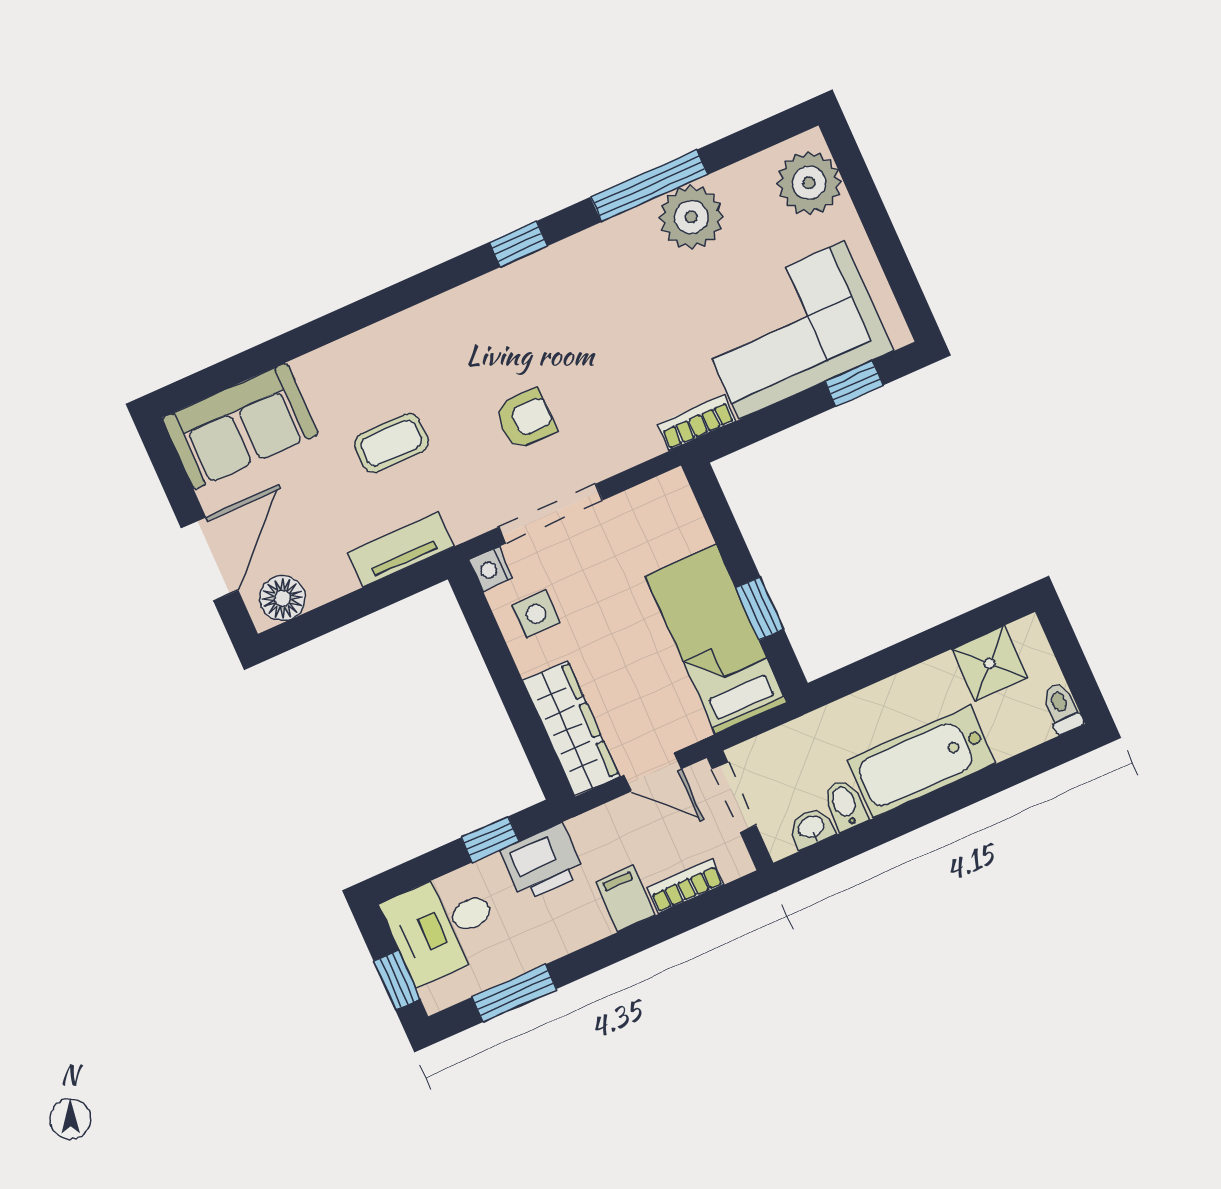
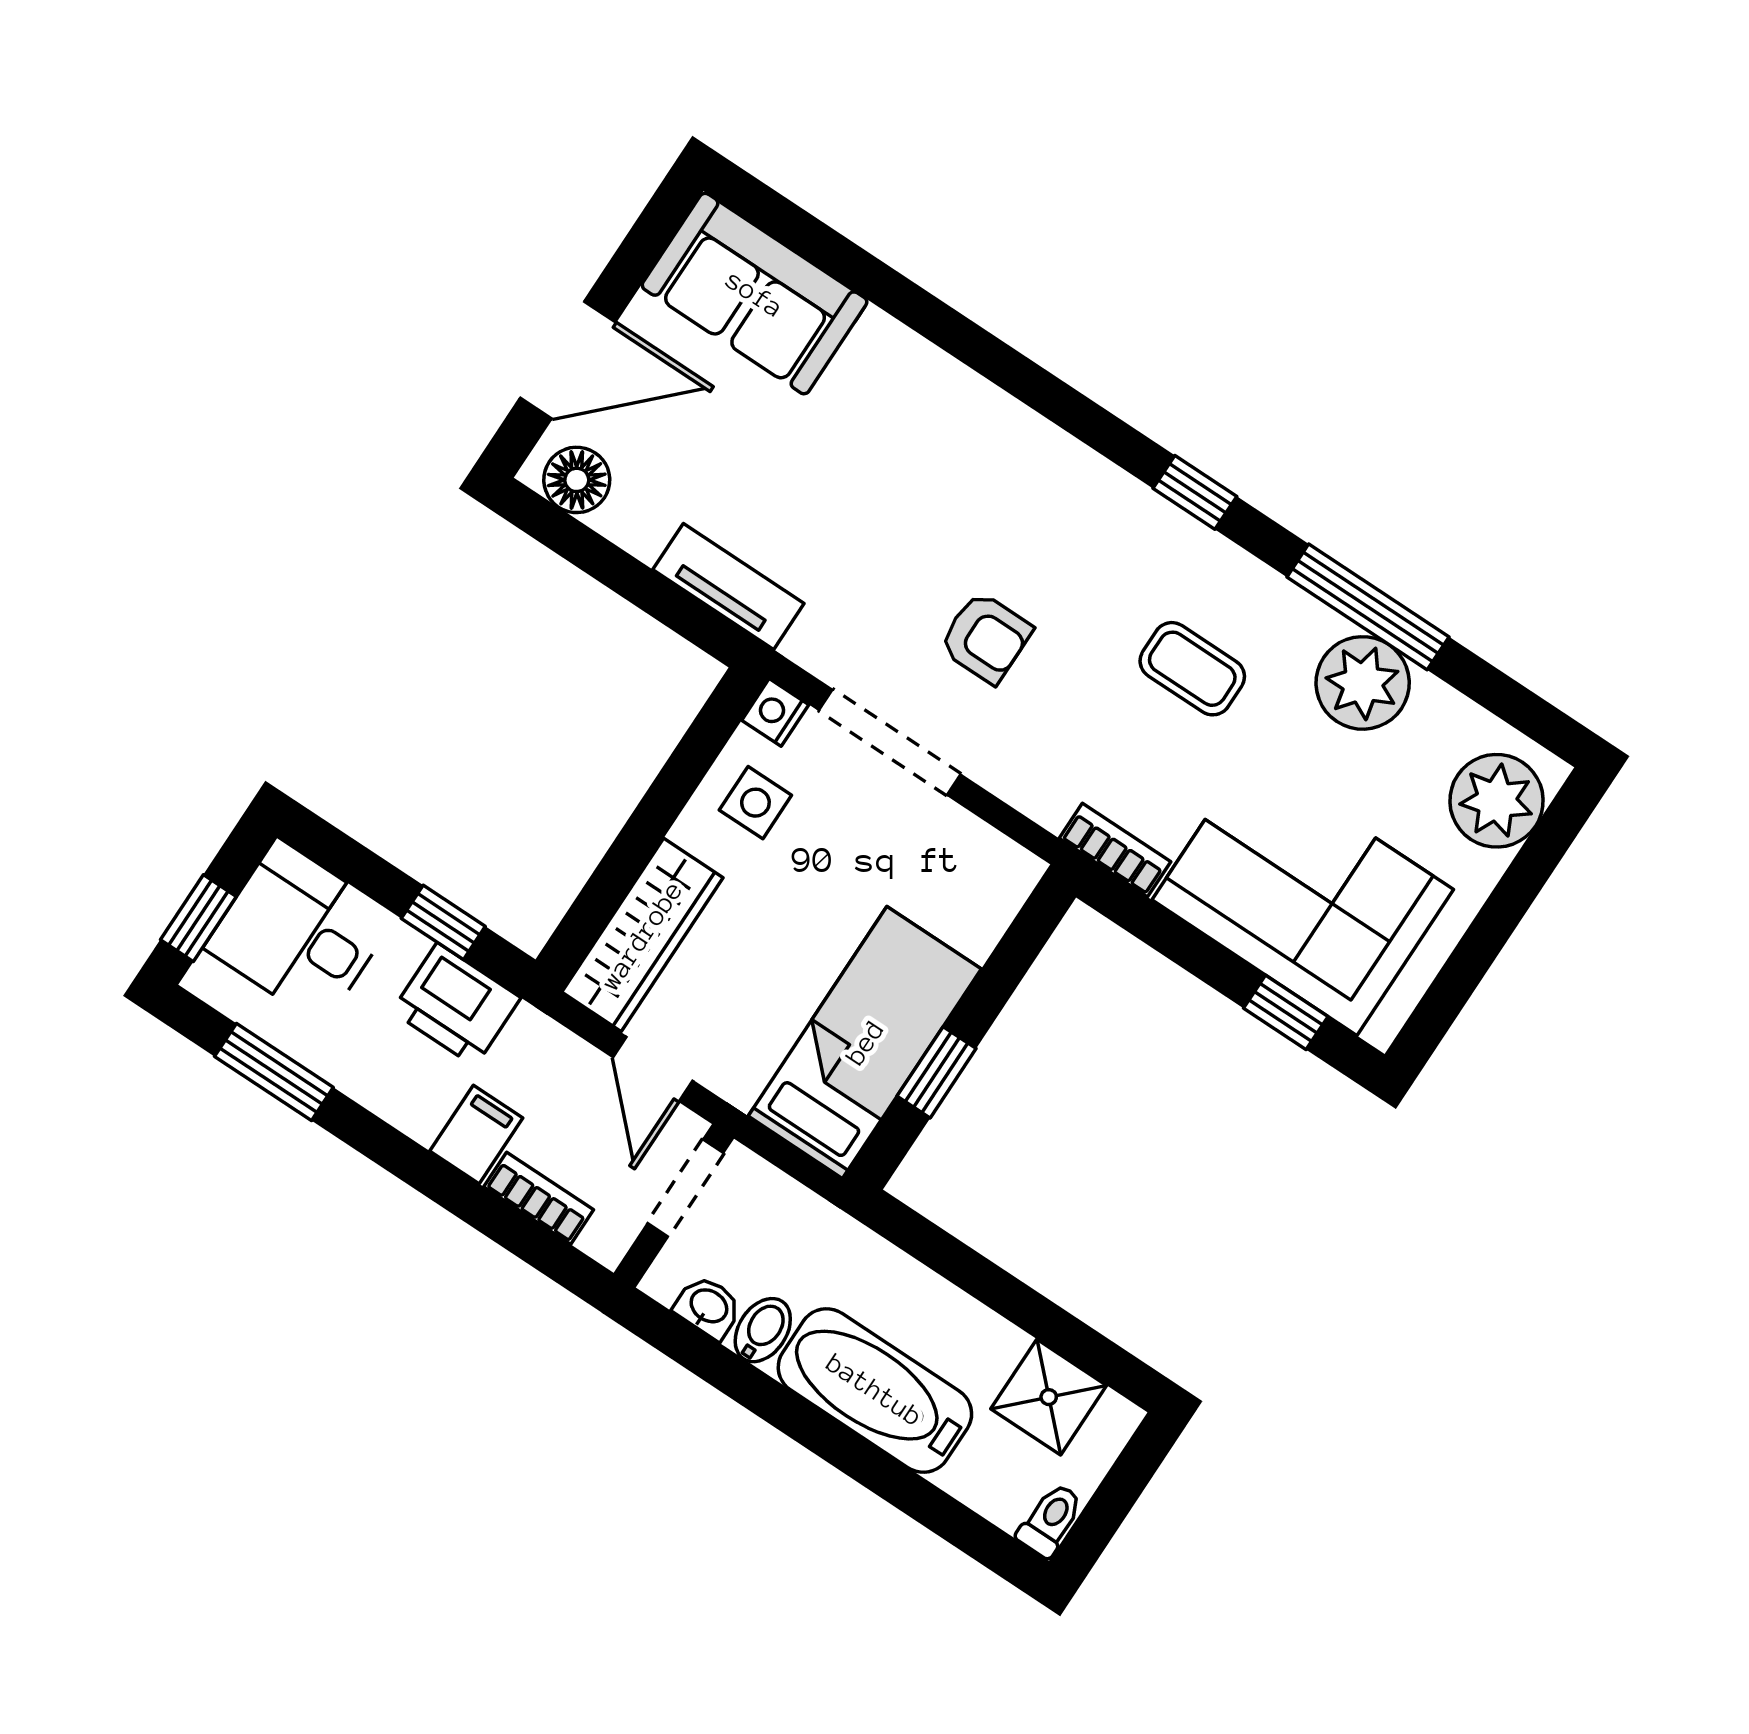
coffee table: (391, 443) -> (1192, 669), moved

